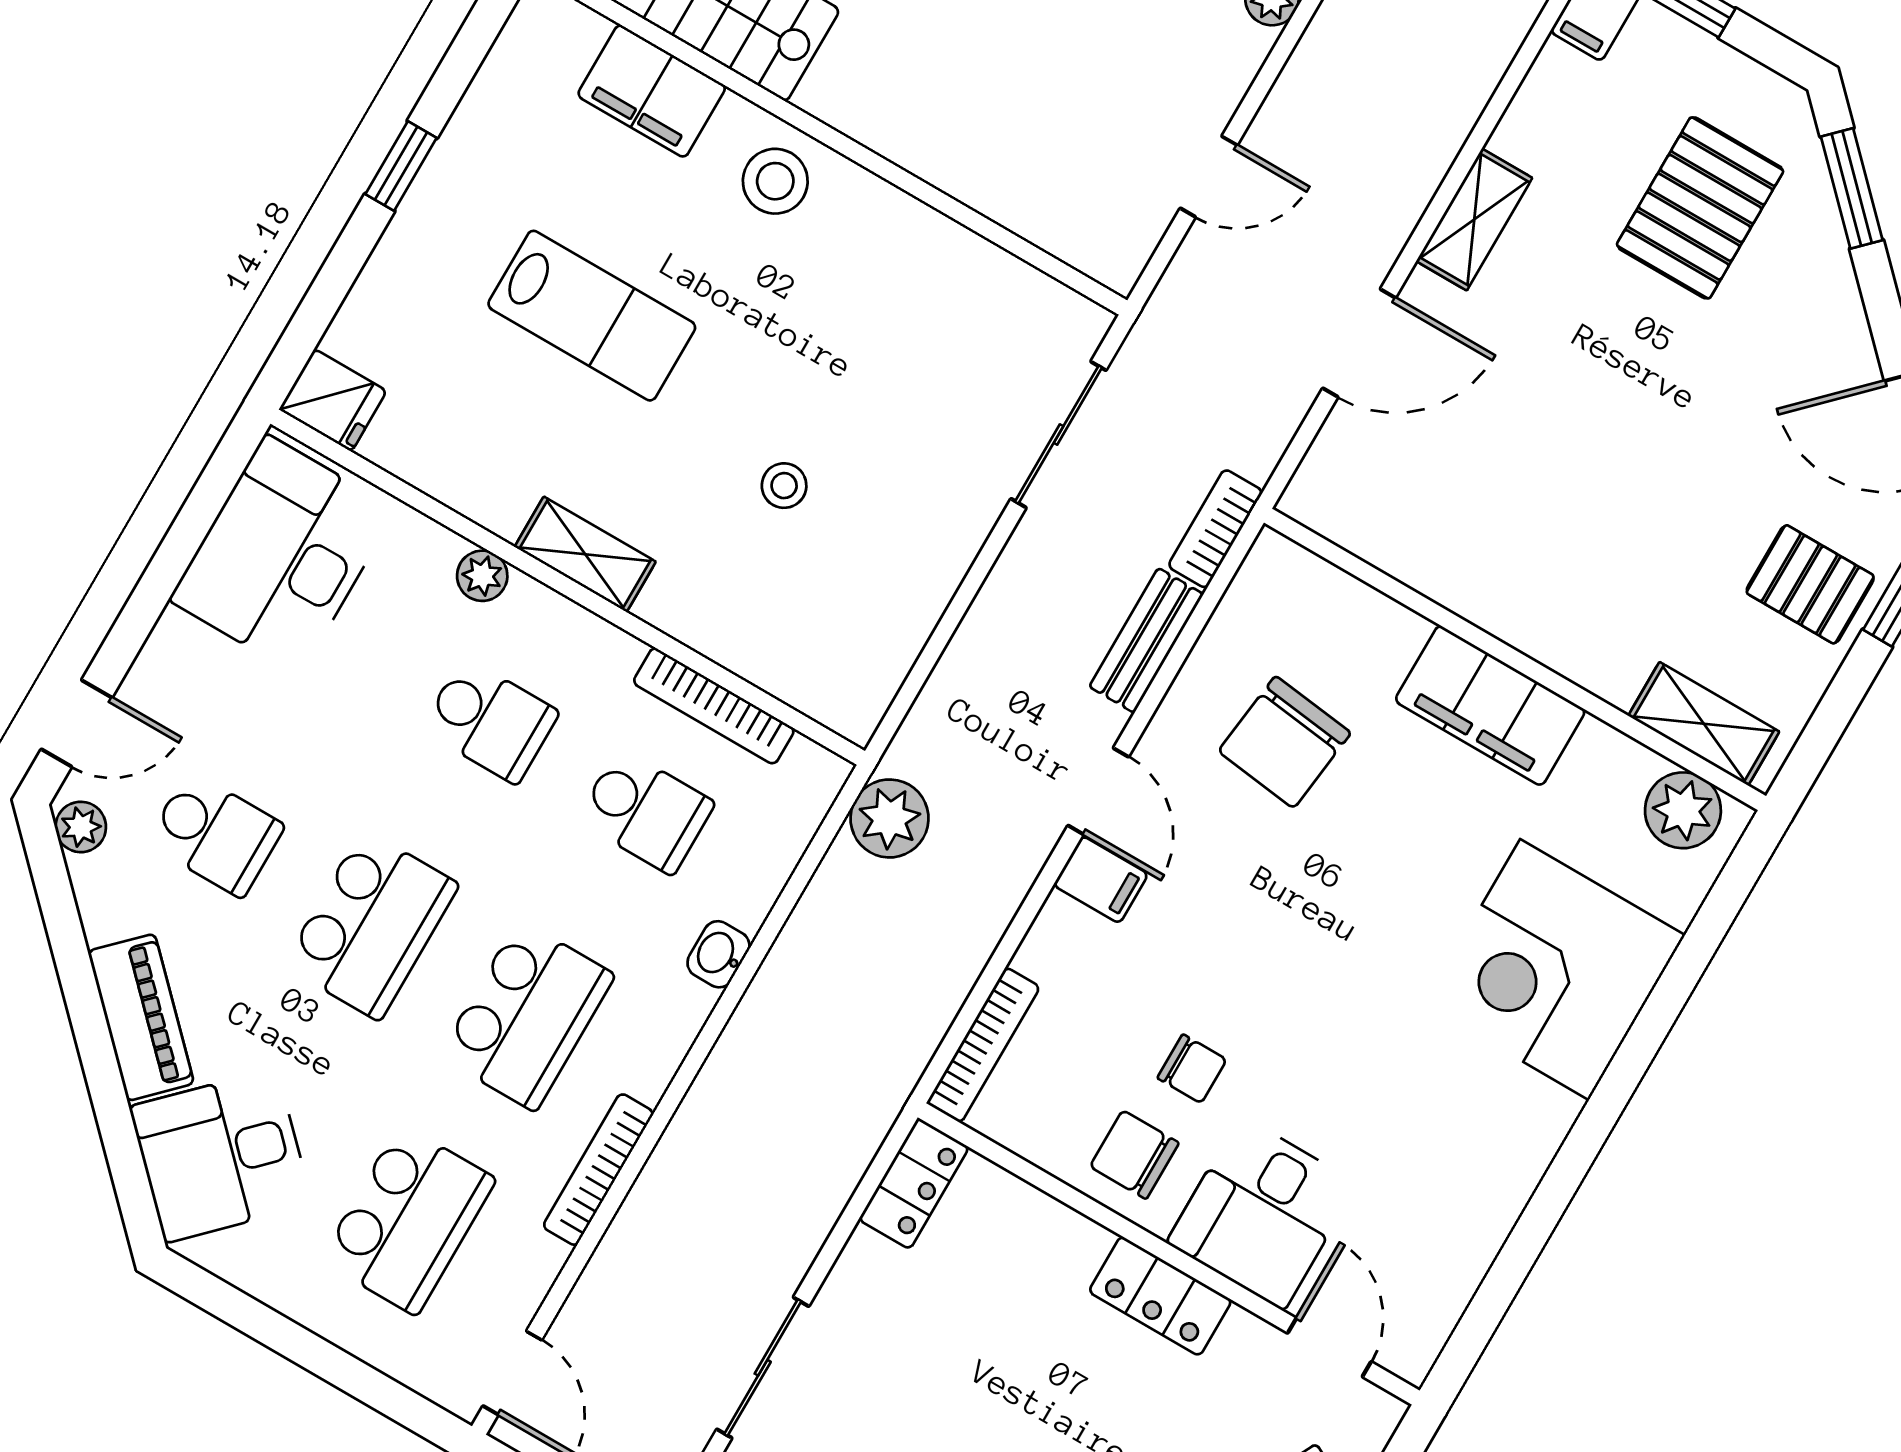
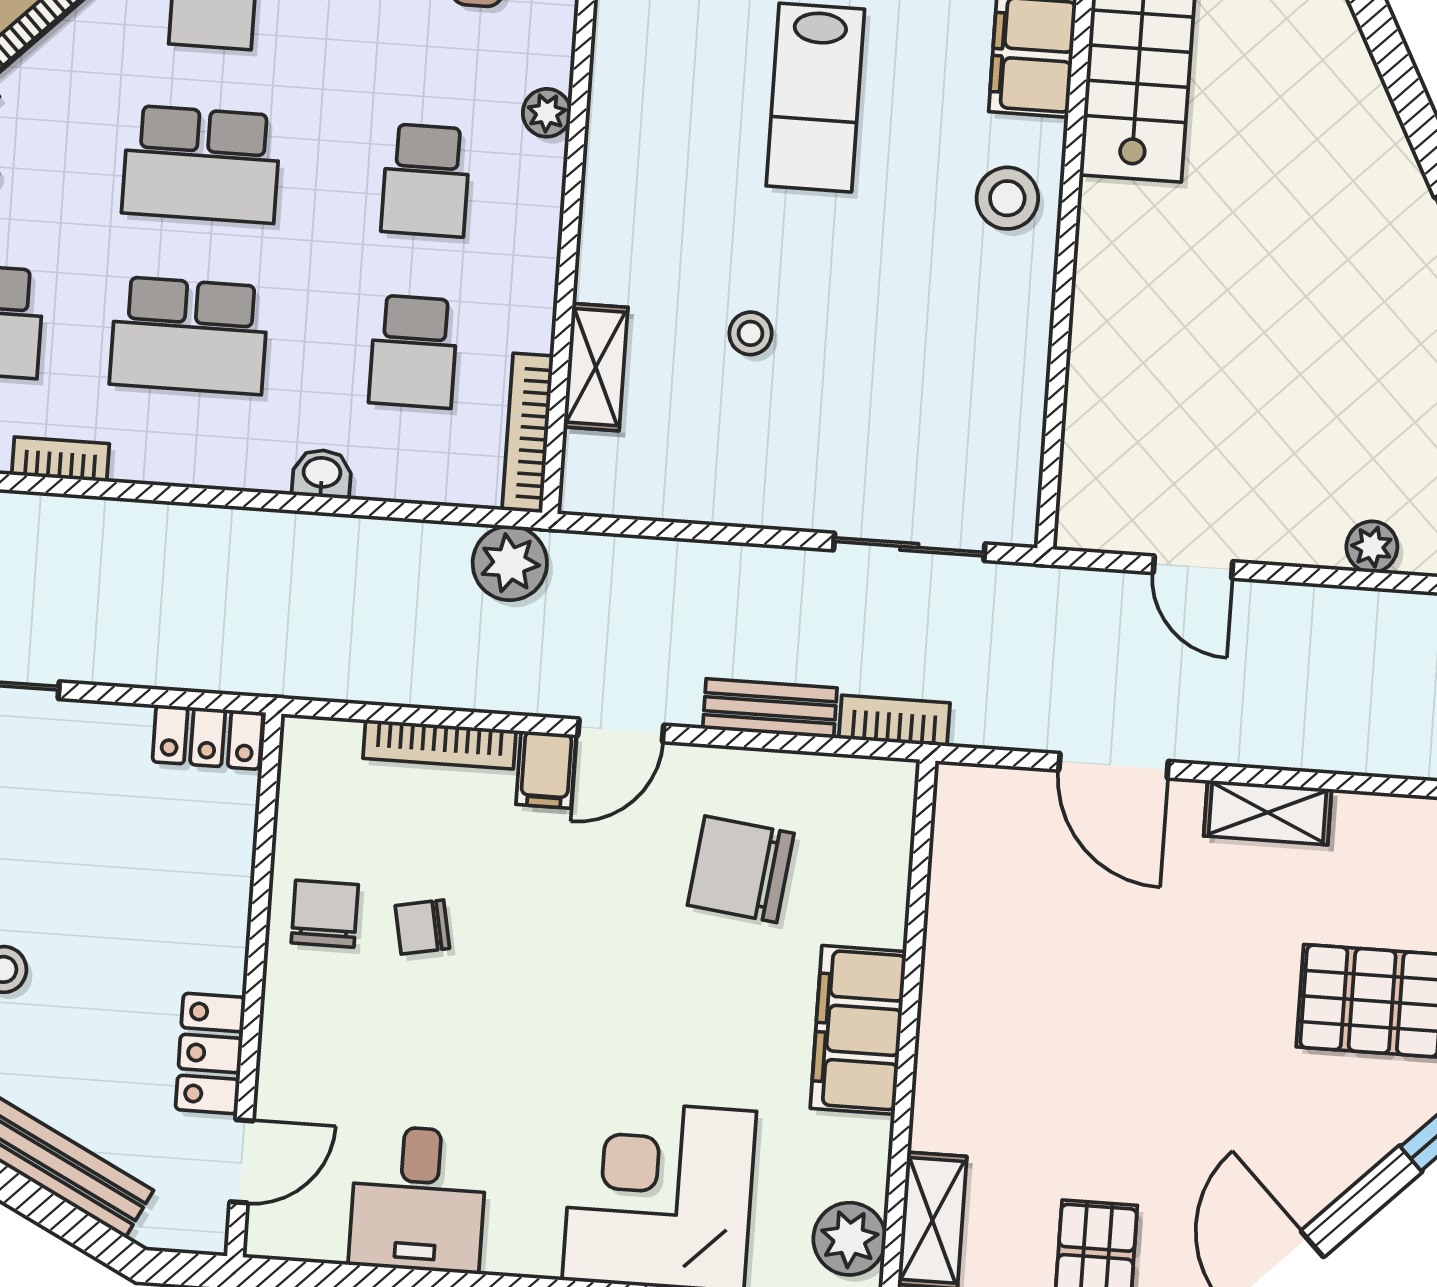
shelving: (585, 554) -> (596, 367), moved
bookcase: (714, 706) -> (528, 433), moved
bookcase: (983, 1045) -> (439, 744), moved
chair: (1192, 1069) -> (422, 927), turned 79
bookcase: (598, 1170) -> (60, 459), width x0.64
desk: (1262, 1213) -> (418, 1199), moved, turned -90
locker: (1160, 1296) -> (210, 1054), moved

